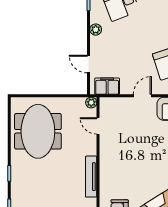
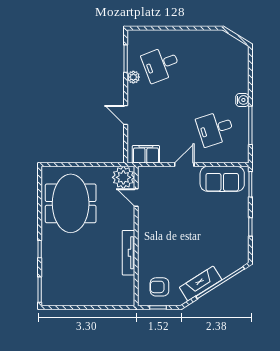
plant: (96, 30) -> (133, 77), moved
door: (89, 64) -> (126, 115), moved
plant: (91, 103) -> (123, 177), width x1.87, depth x1.87

